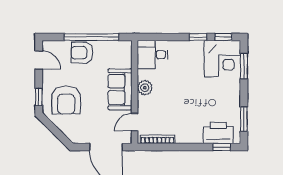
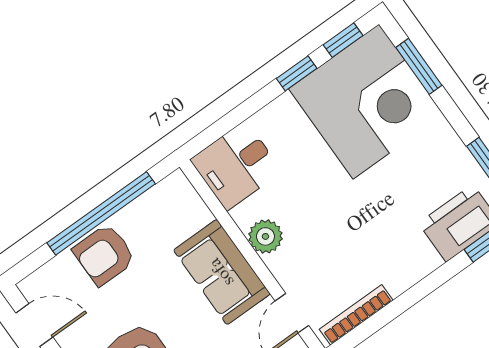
corner desk: (222, 59) -> (366, 102), width x1.36, depth x1.36

